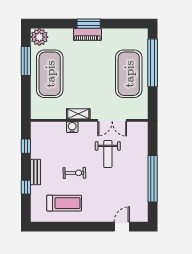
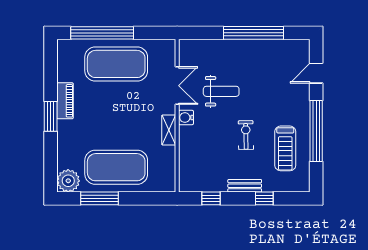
piano: (87, 35) -> (65, 101), moved
water cooler: (72, 127) -> (186, 118), moved
treadmill: (64, 203) -> (285, 148), turned 180
window: (77, 227) -> (316, 131), added
door: (122, 227) -> (316, 73), hinge flipped

